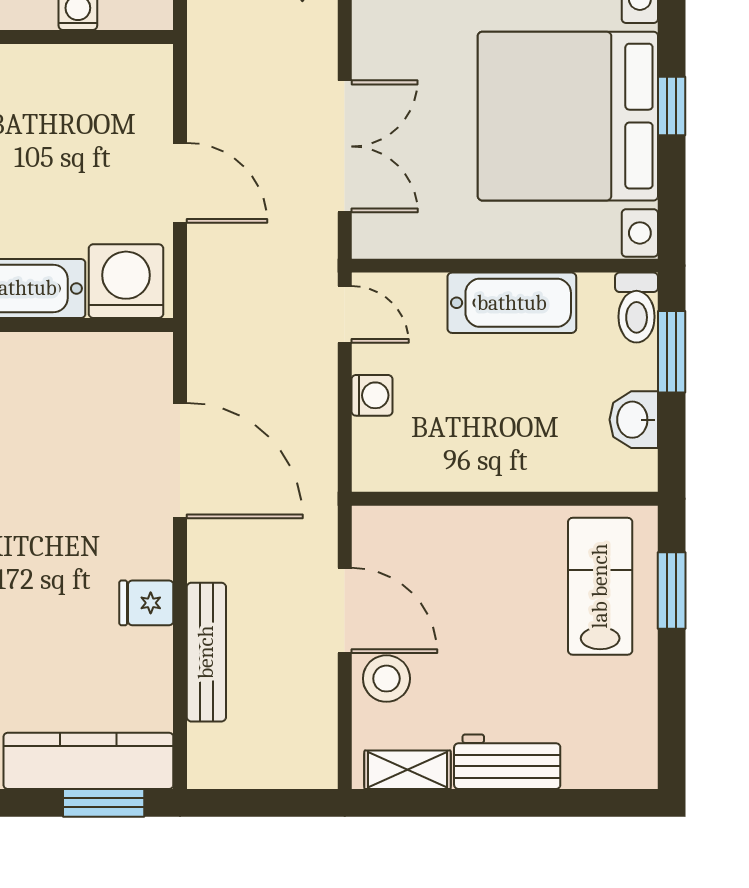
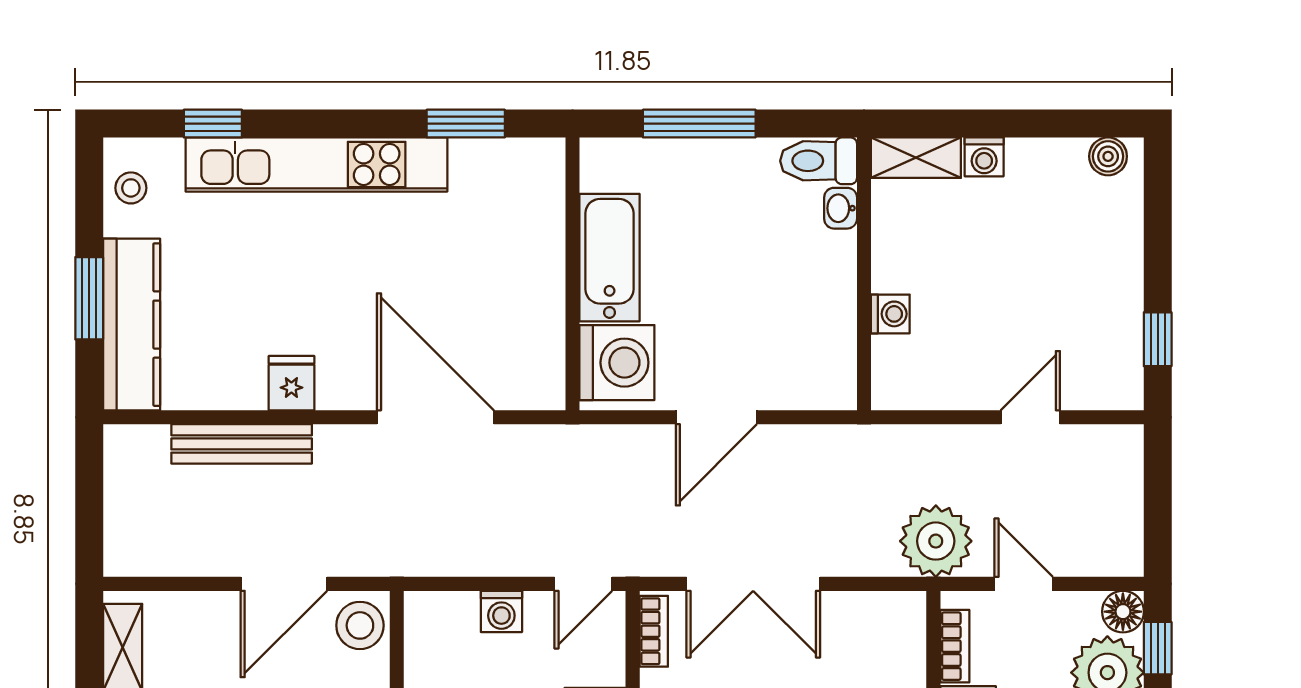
bookcase: (392, 245) -> (654, 631), added
door: (180, 461) -> (435, 417), swing flipped
stool: (386, 679) -> (360, 625), moved
window: (104, 803) -> (89, 298), moved

